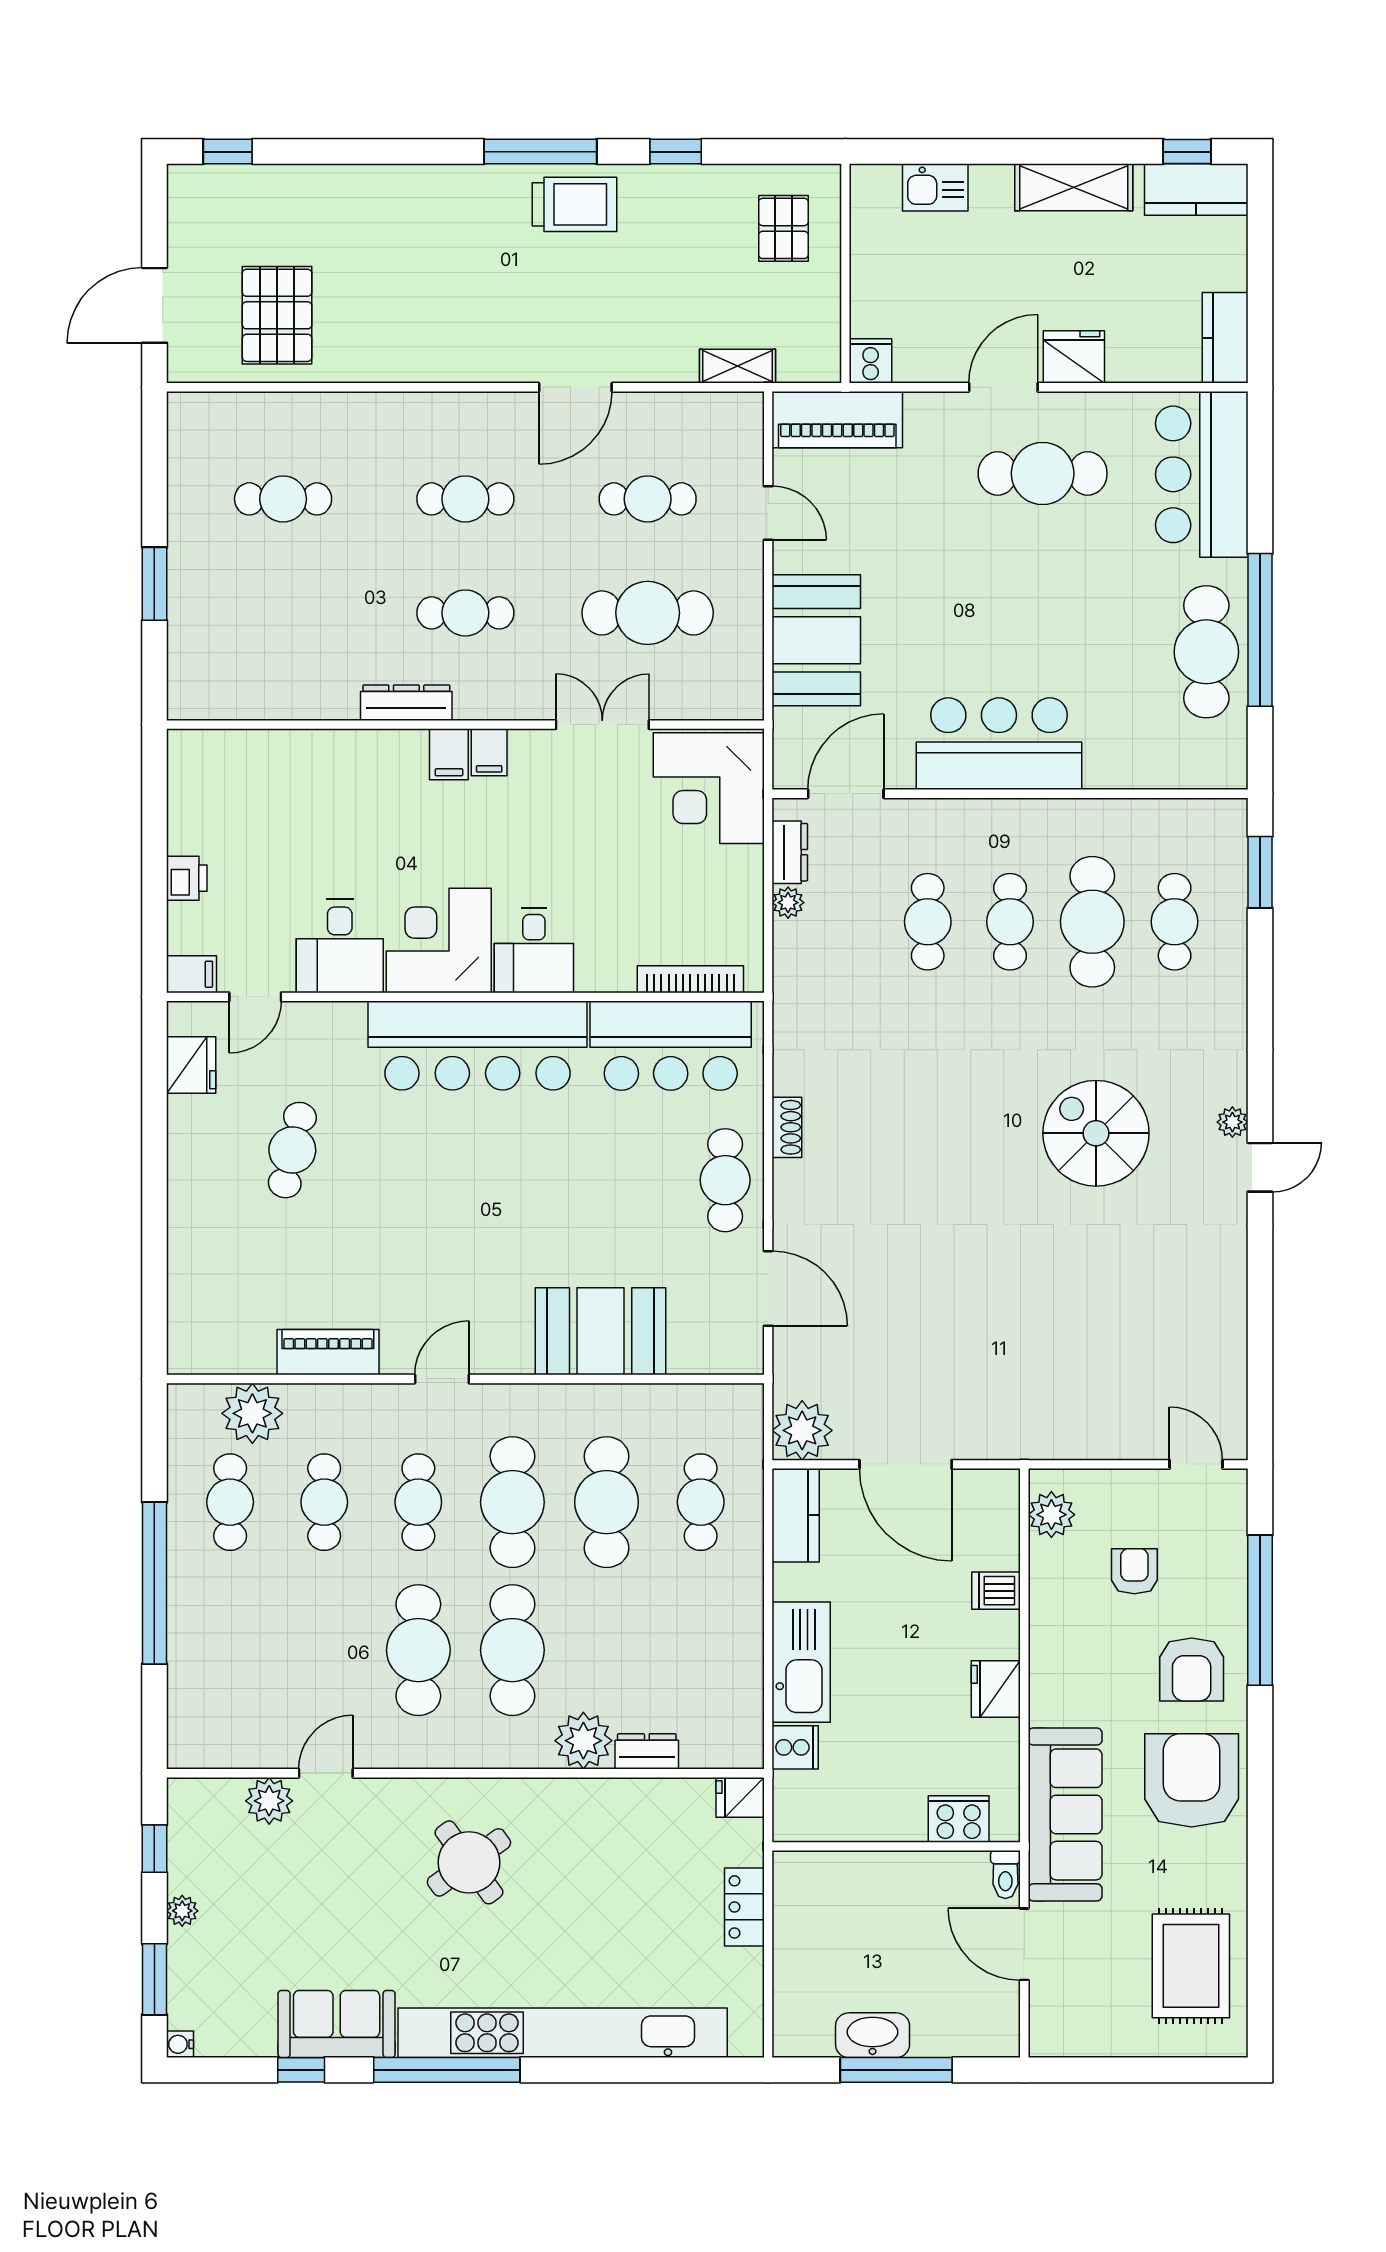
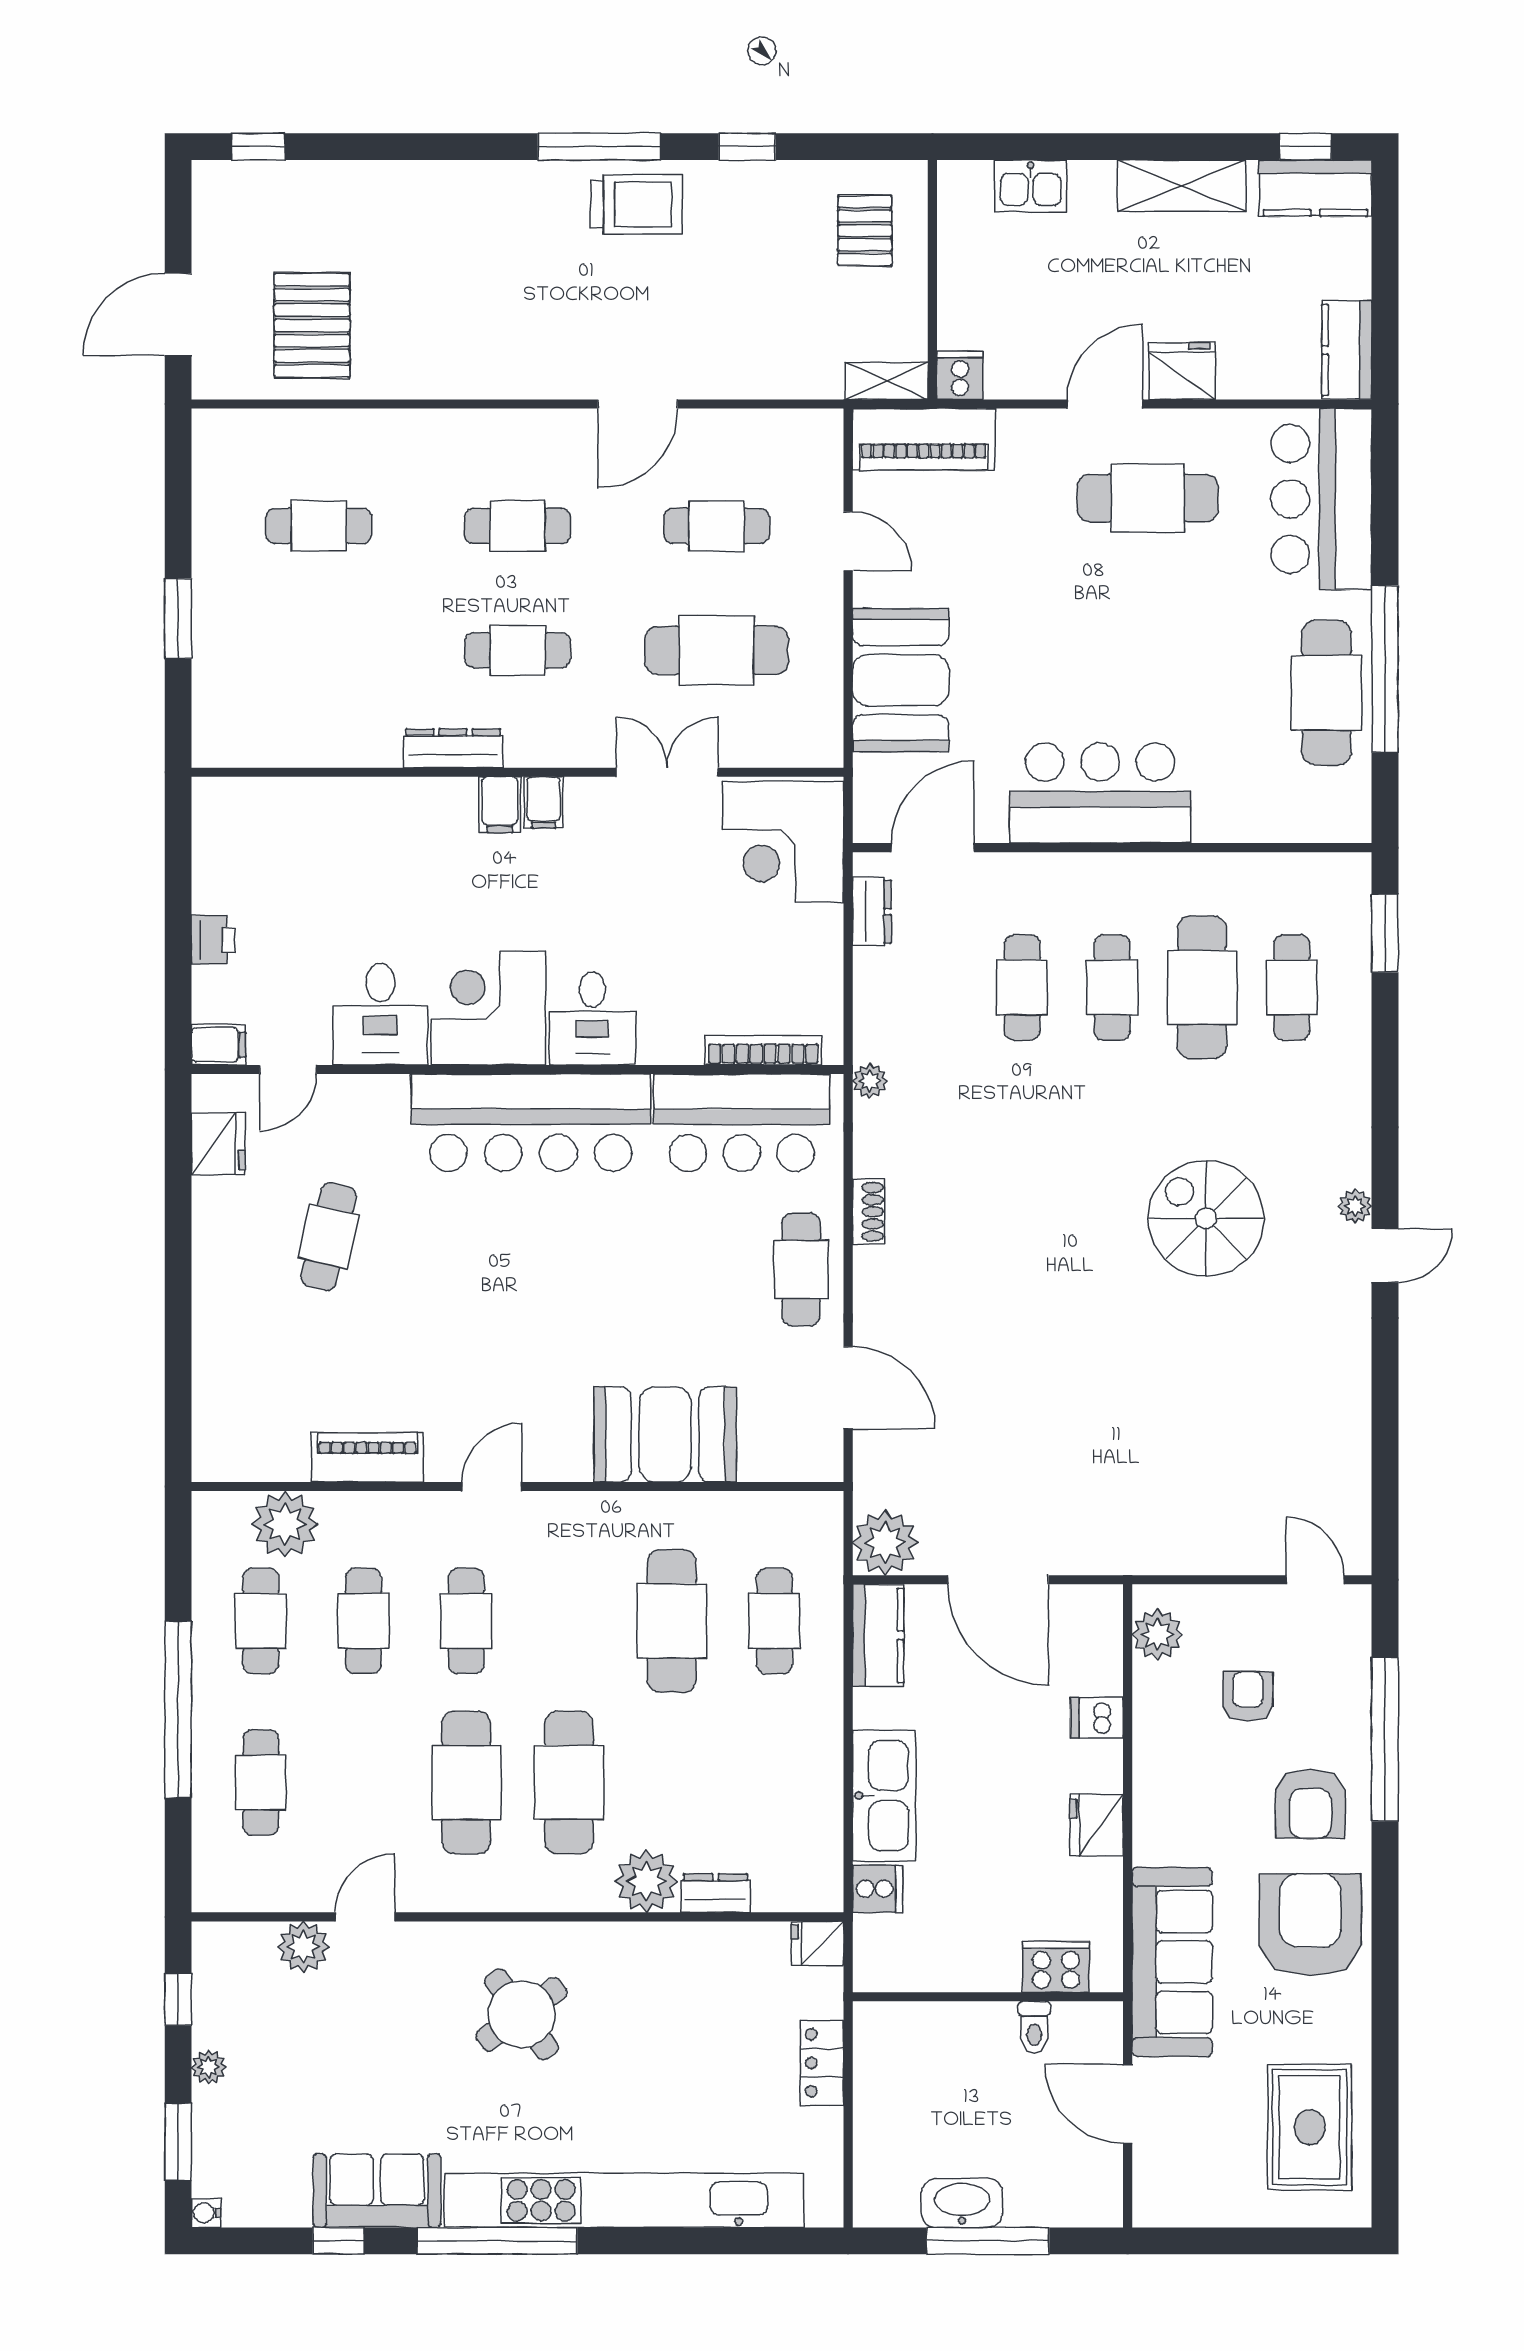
shelving: (737, 366) -> (887, 381), moved
plant: (788, 903) -> (870, 1081), moved
cafe table: (512, 1502) -> (261, 1782), moved, width x0.73, depth x0.74
toilet: (1005, 1874) -> (1034, 2027), moved

